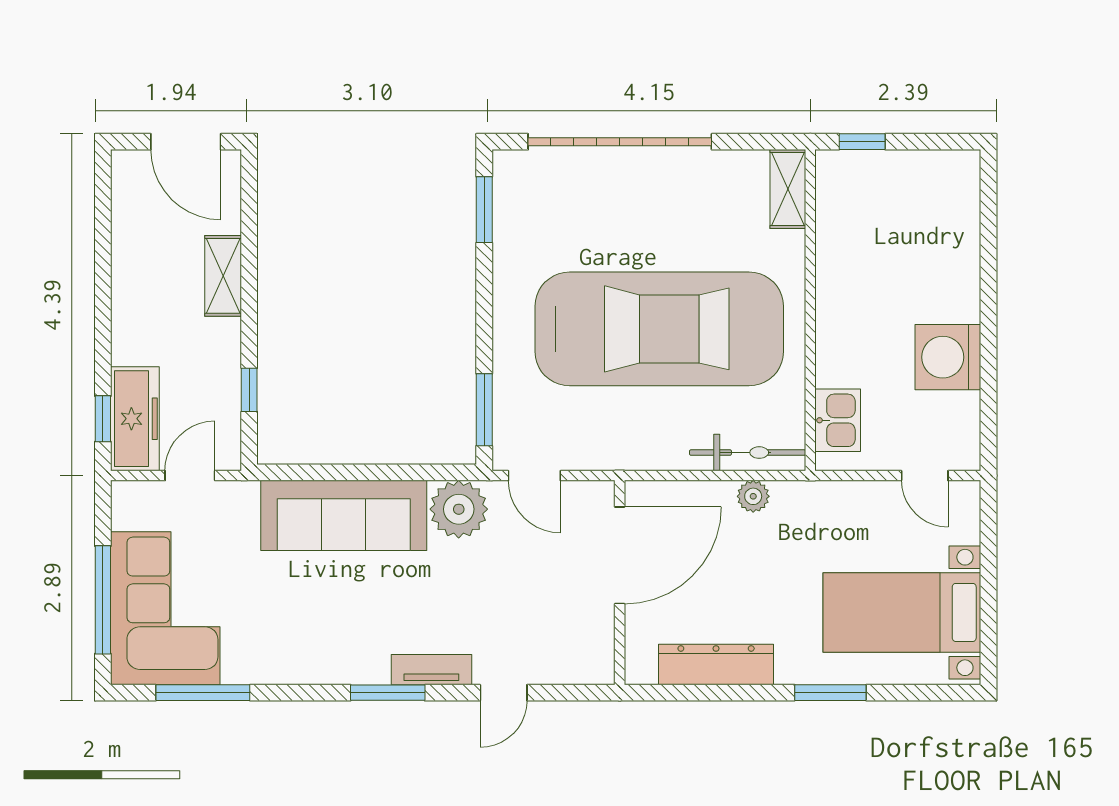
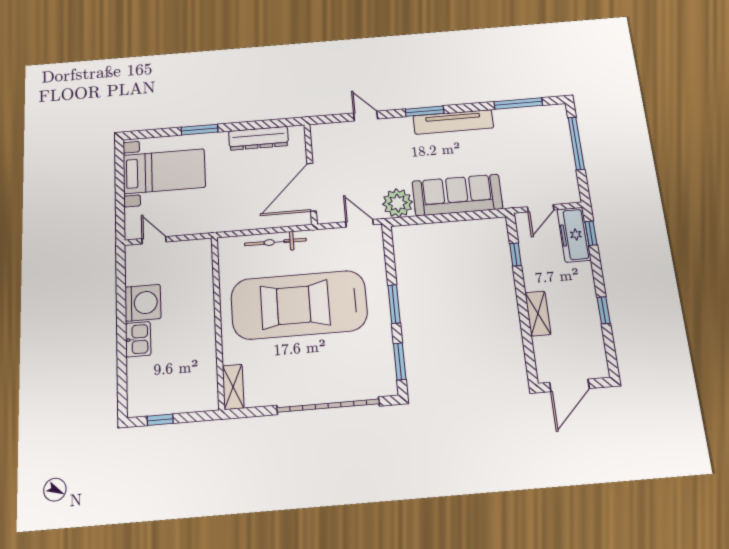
door: (186, 142) -> (569, 385), swing flipped
window: (862, 142) -> (160, 420), moved
window: (103, 272) -> (604, 310), added
window: (484, 410) -> (394, 304), moved
kitchen sink: (838, 420) -> (138, 339), moved, turned 180
bicycle: (748, 453) -> (275, 242), moved
plant: (753, 496) -> (244, 222), removed
corner sofa: (165, 608) -> (543, 142), removed
tv unit: (431, 670) -> (453, 122), moved, width x1.92, depth x1.29
door: (504, 693) -> (366, 116), hinge flipped

